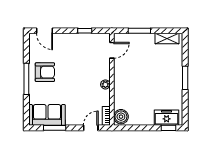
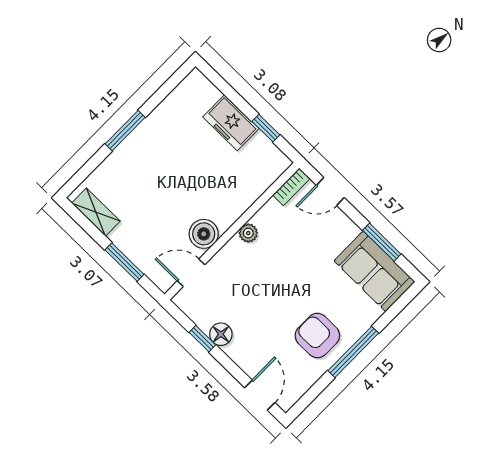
floor lamp: (80, 39) -> (221, 334), added
boiler: (121, 117) -> (204, 234), moved
freezer: (167, 118) -> (231, 123), moved
window: (168, 128) -> (266, 128), moved

